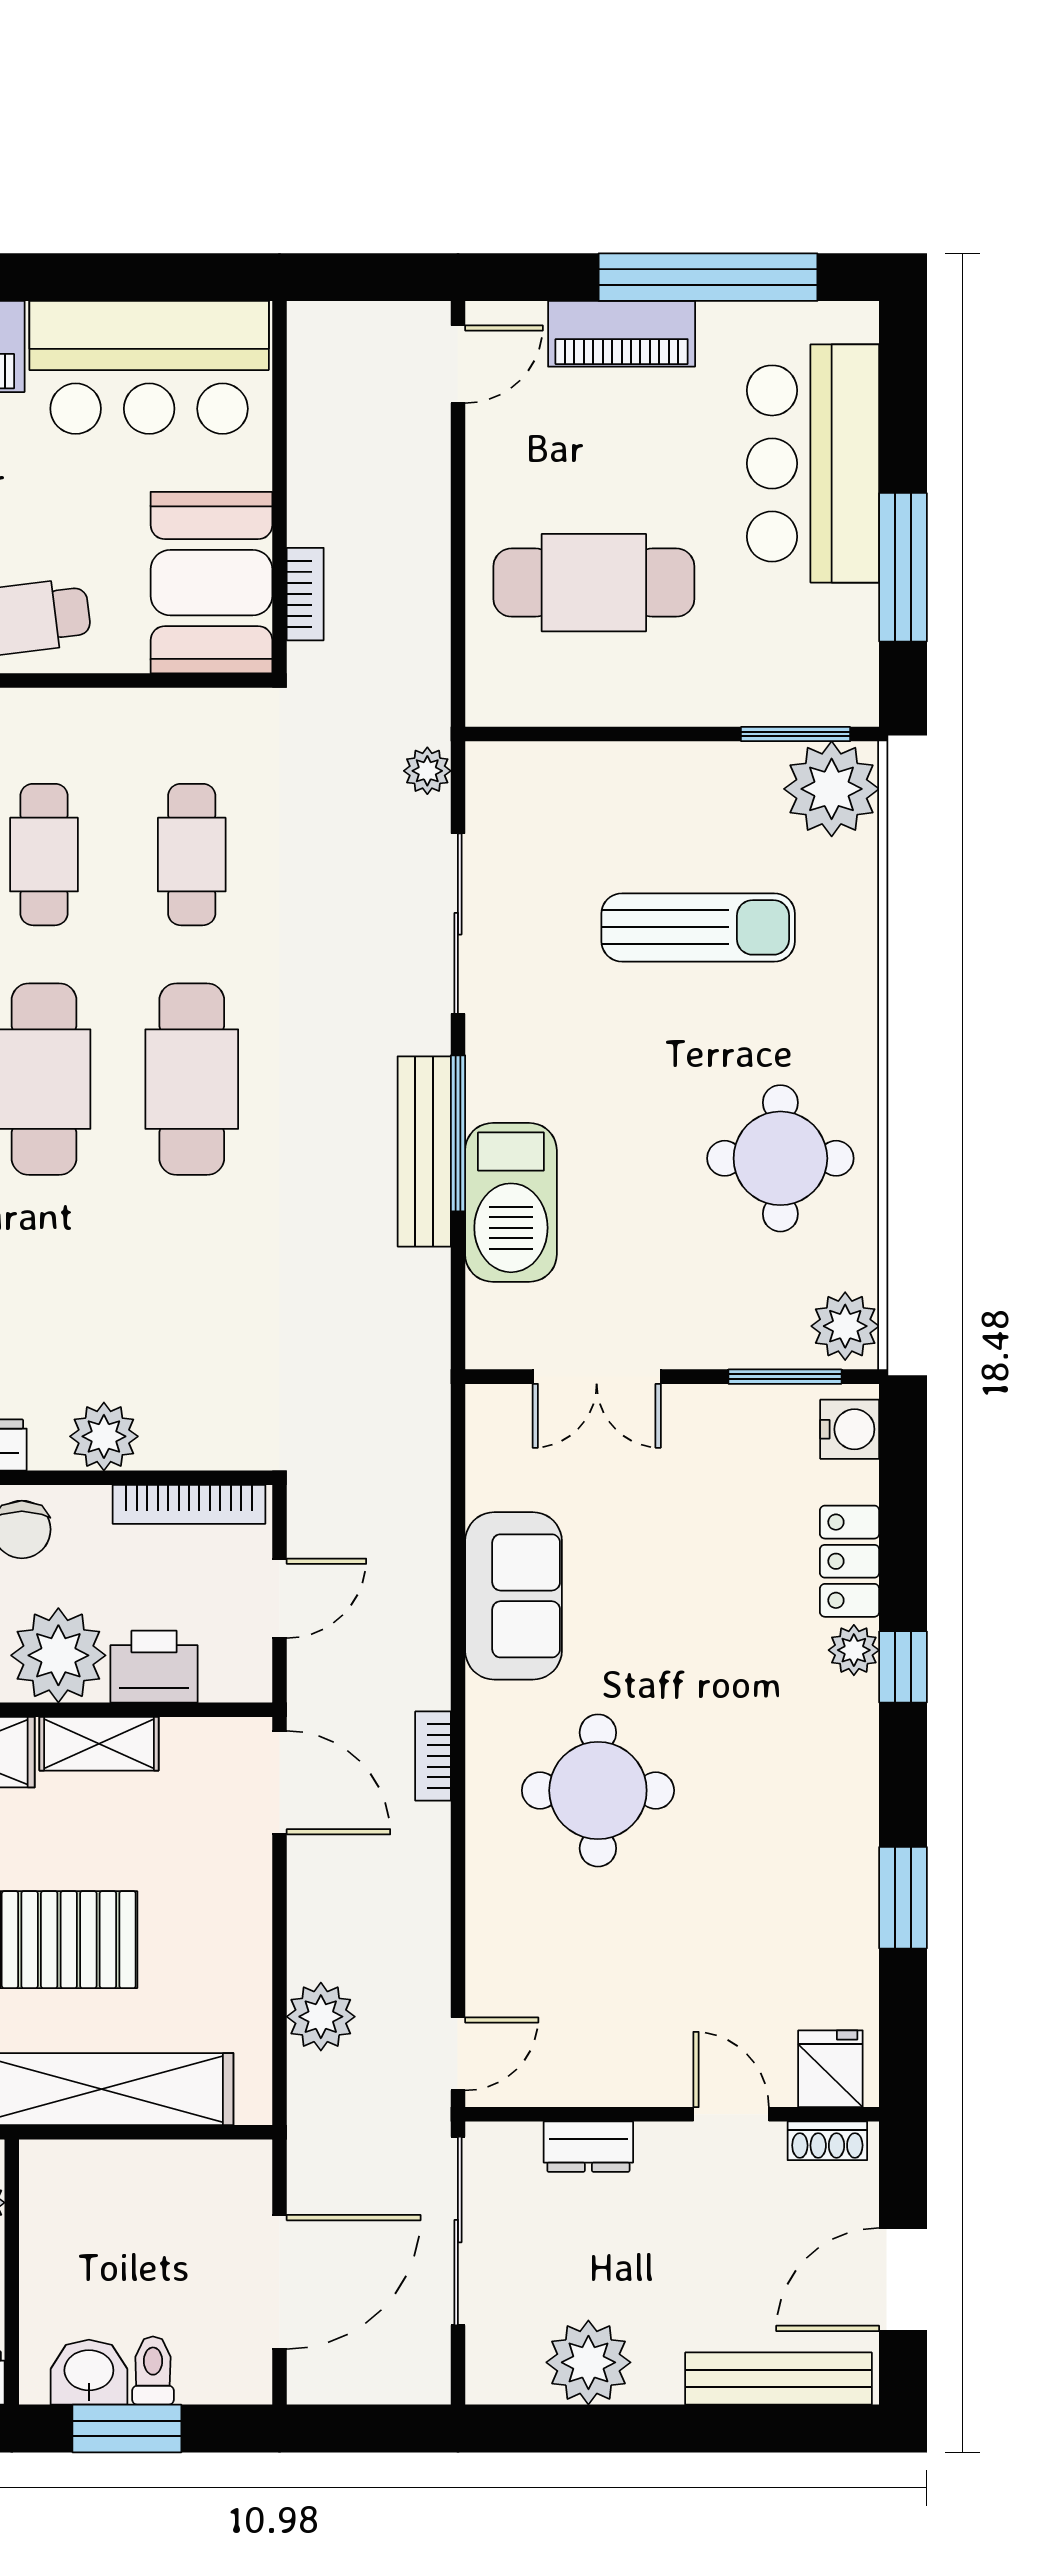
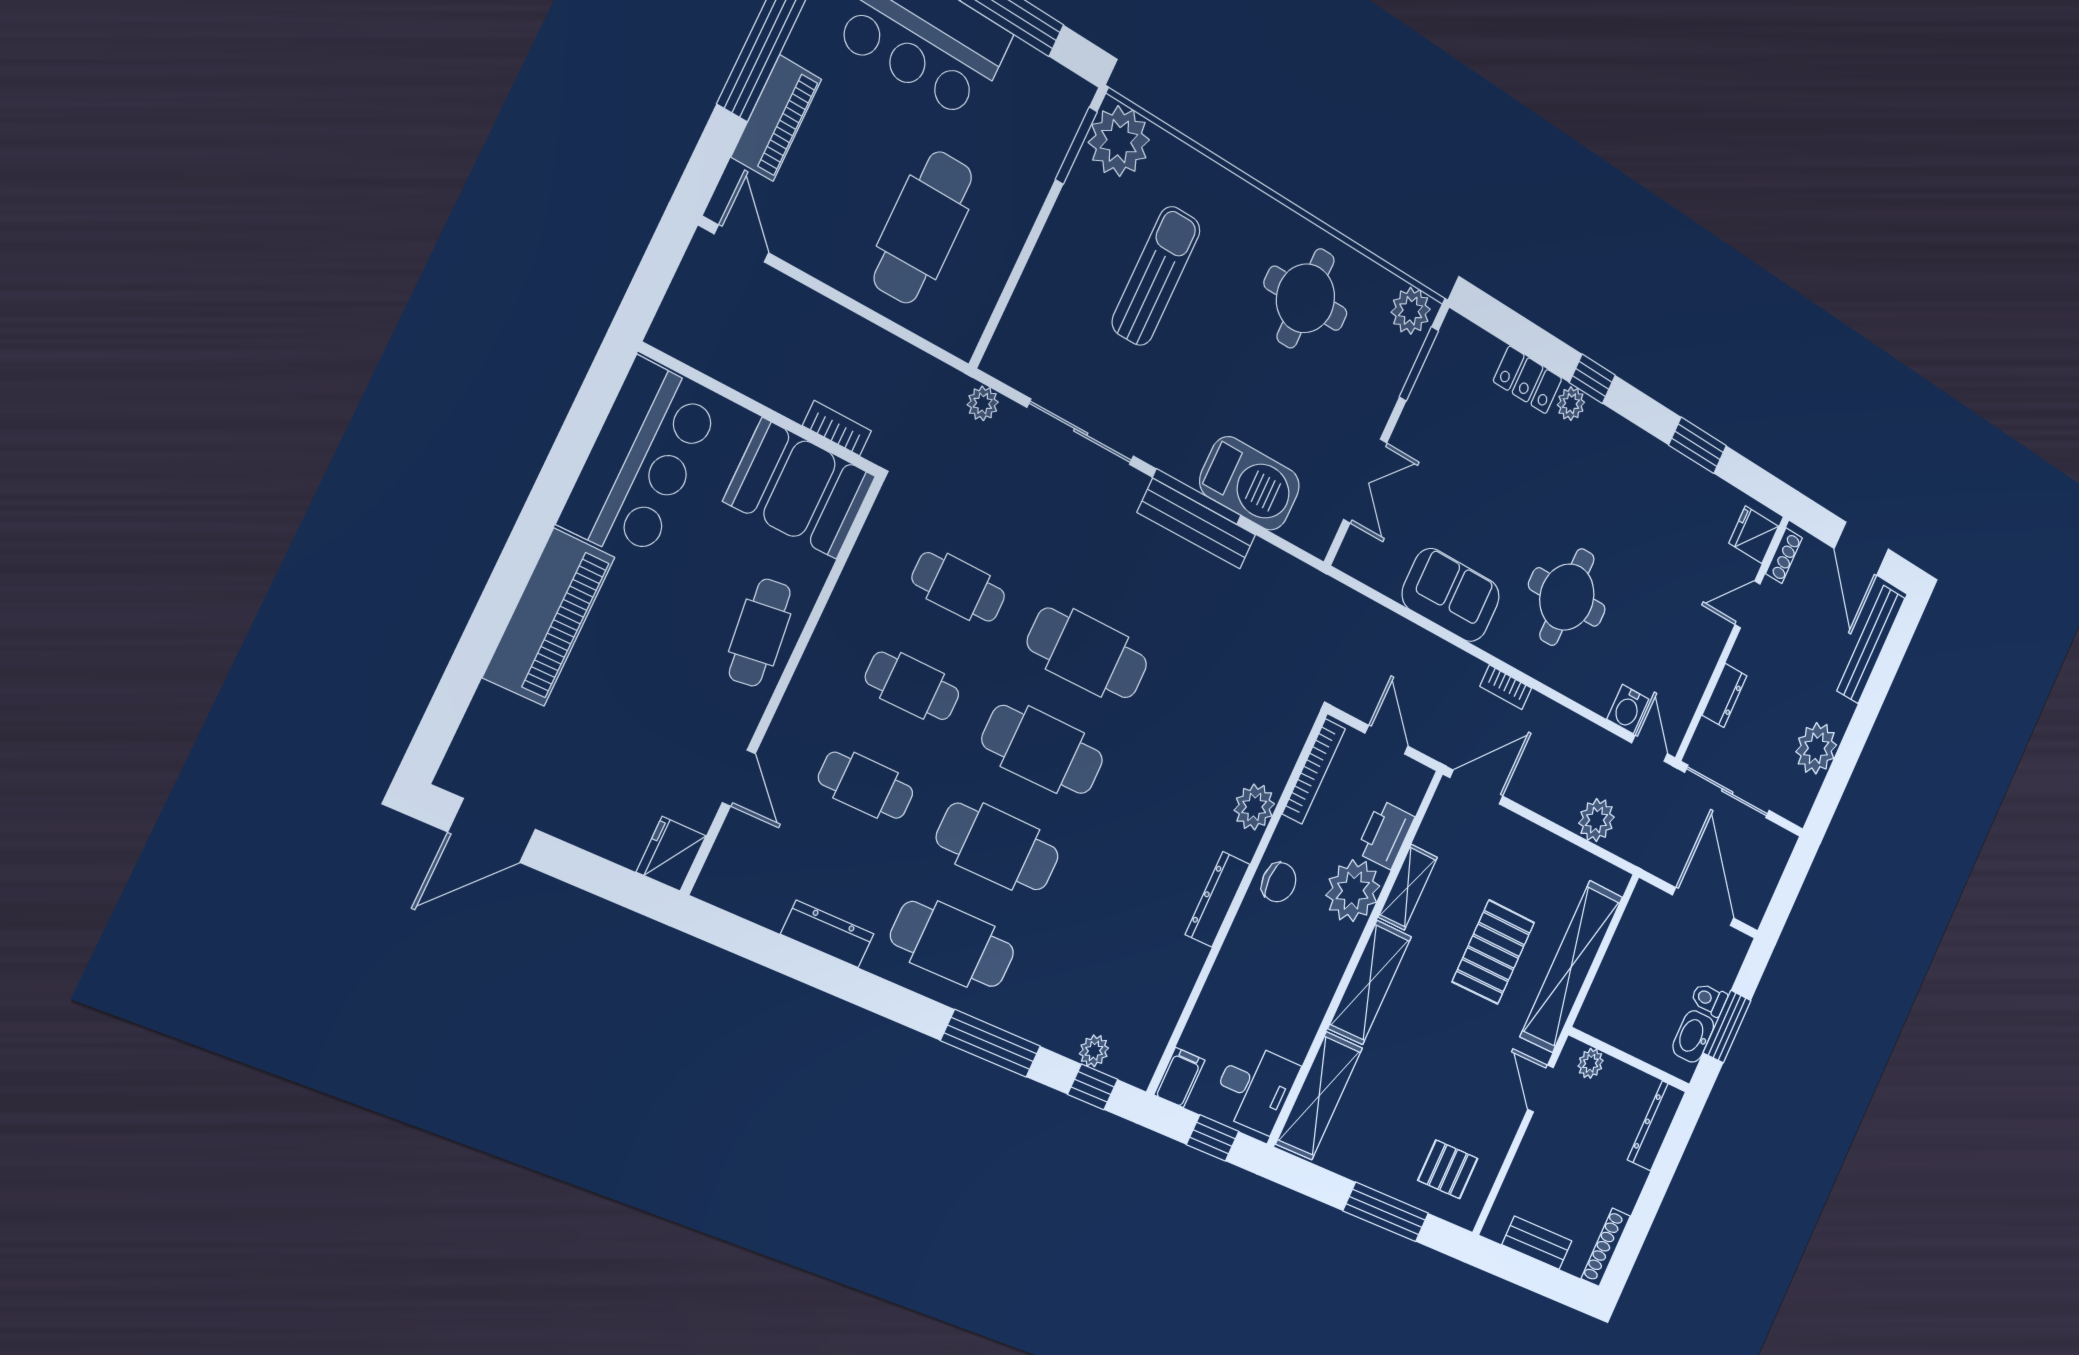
water cooler: (850, 1429) -> (1628, 709), moved, turned 180

